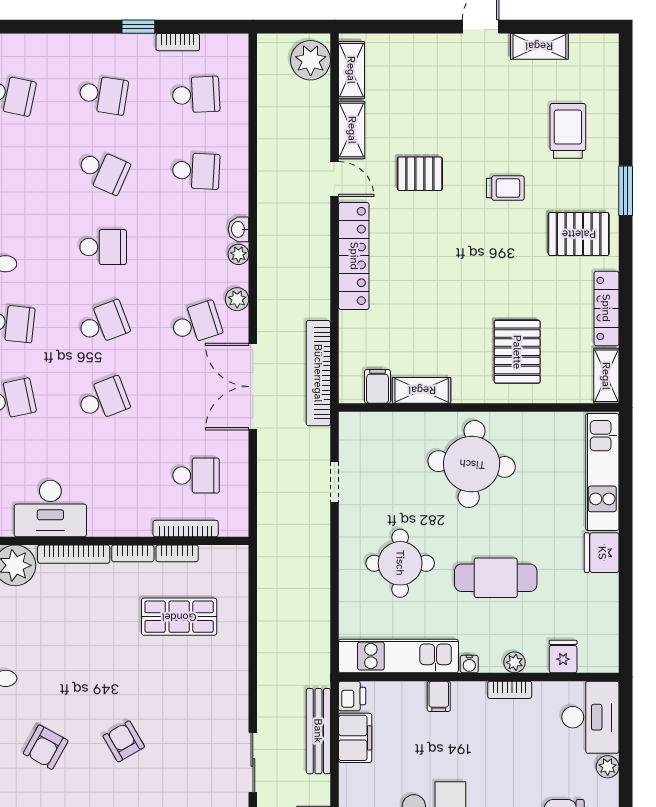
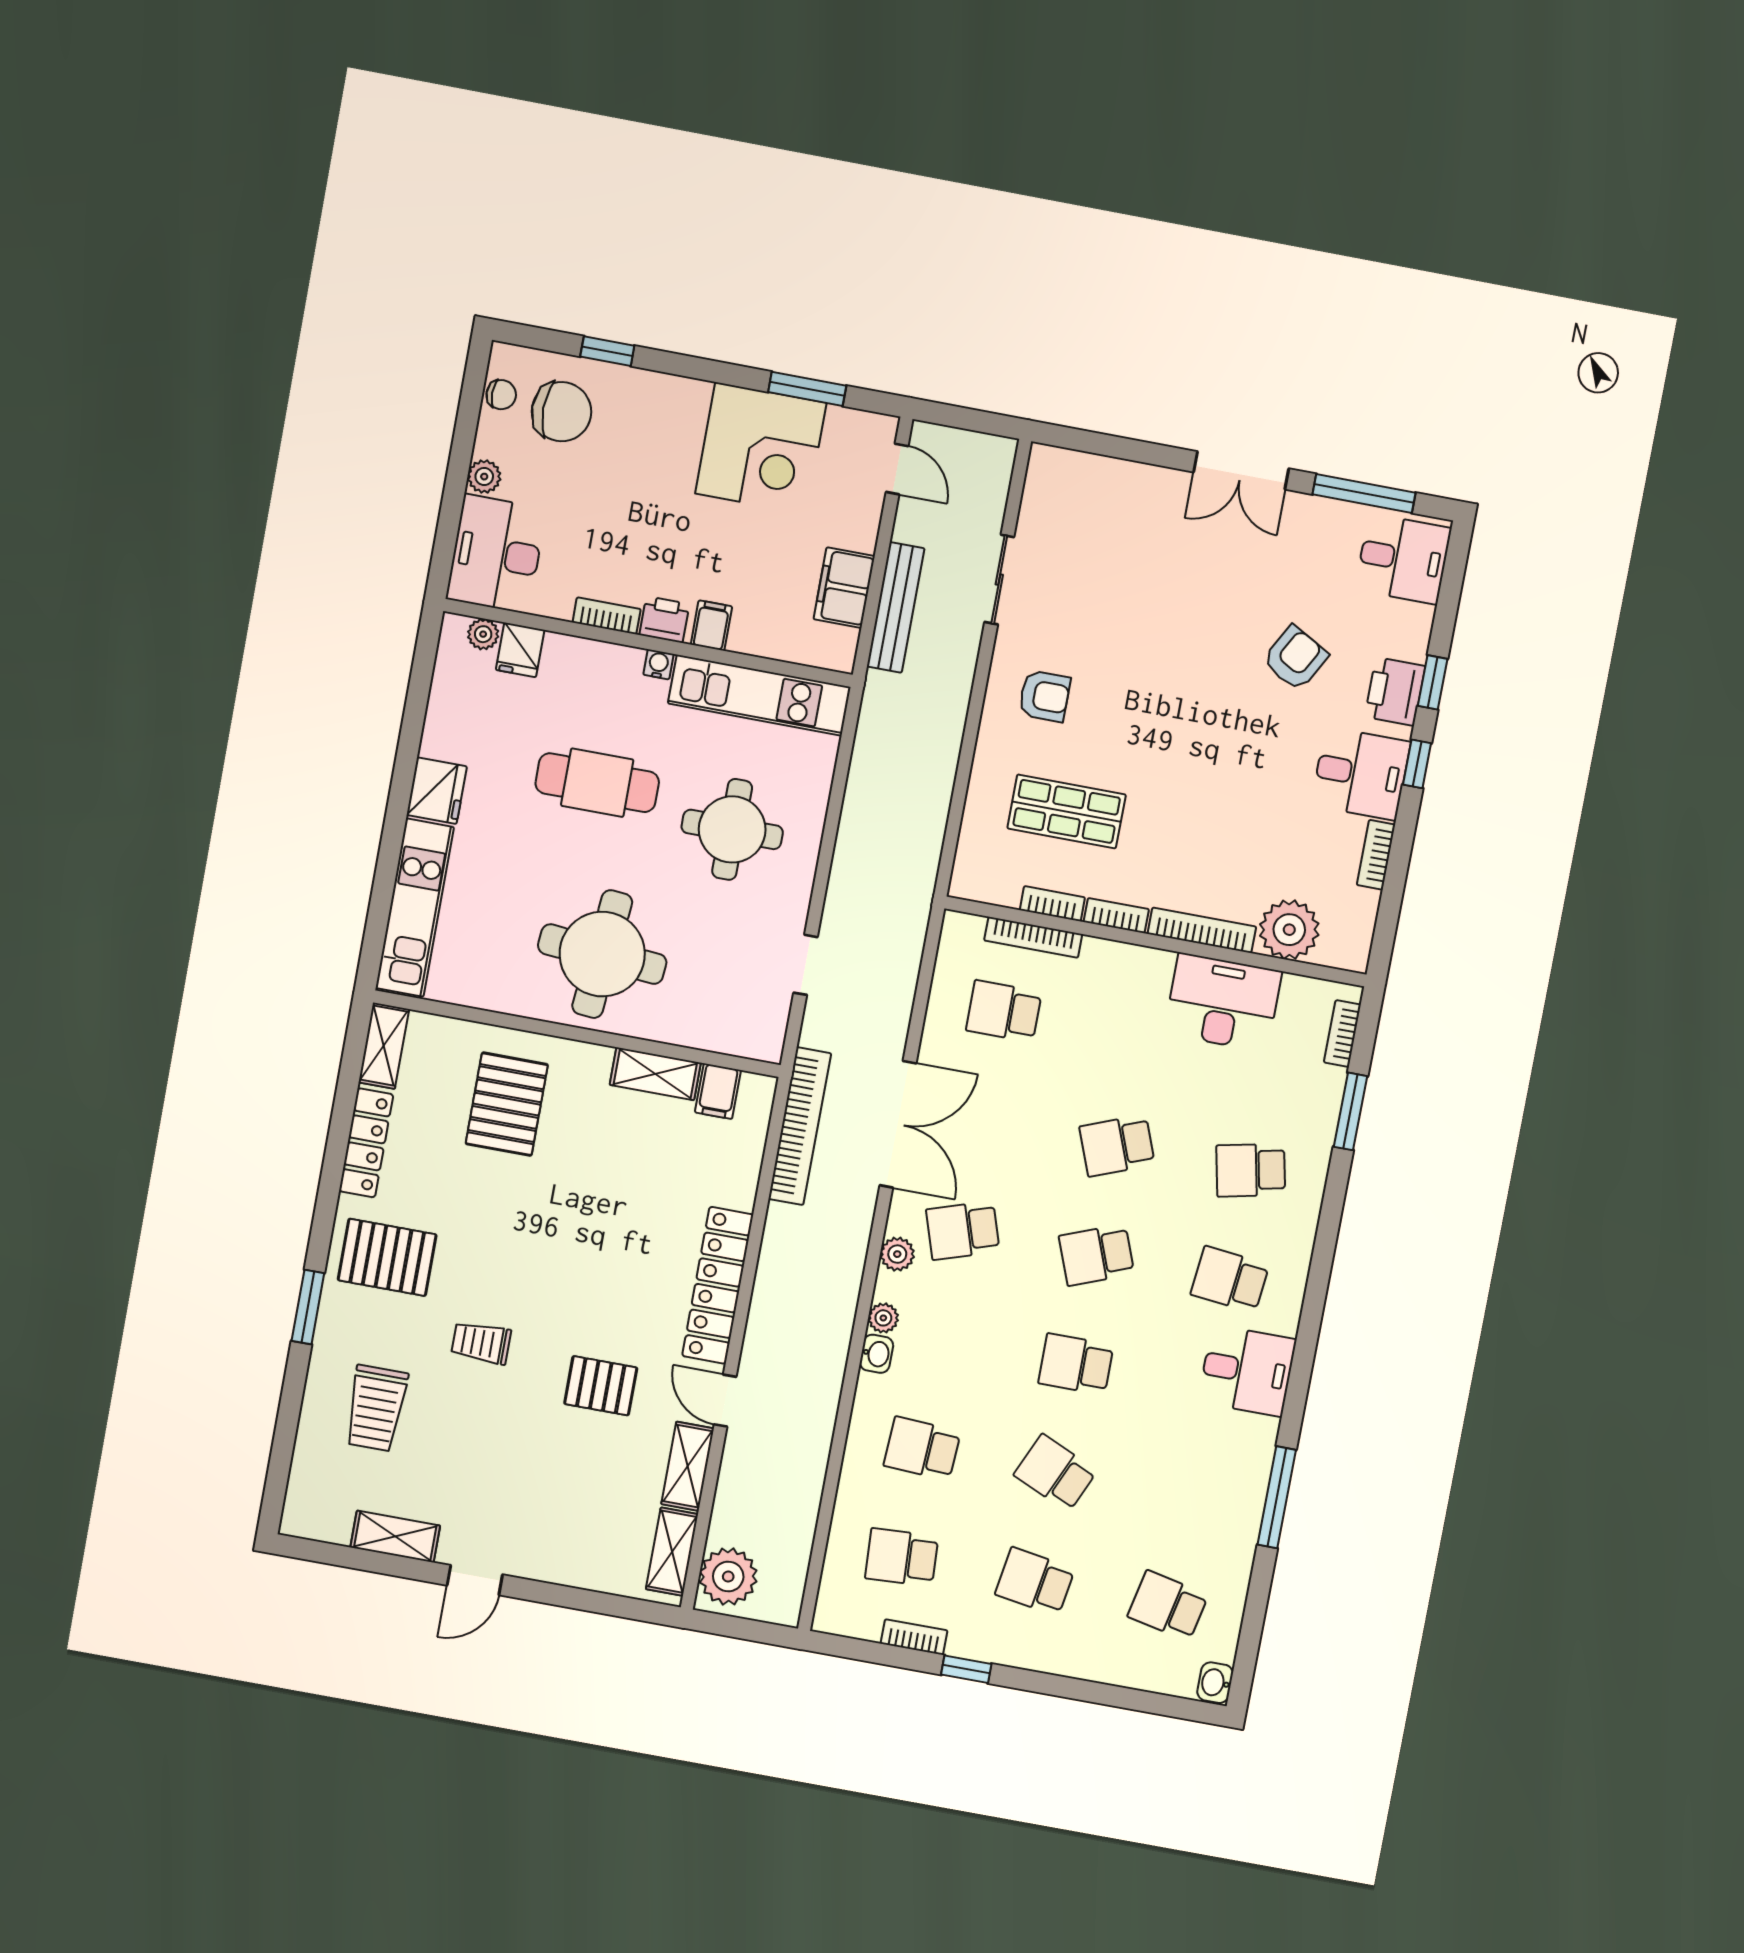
plant: (515, 662) -> (483, 634), moved
printer: (352, 696) -> (664, 619), moved, turned 90
armchair: (124, 741) -> (1045, 696), moved, turned -60

